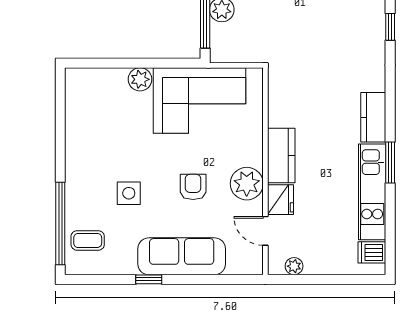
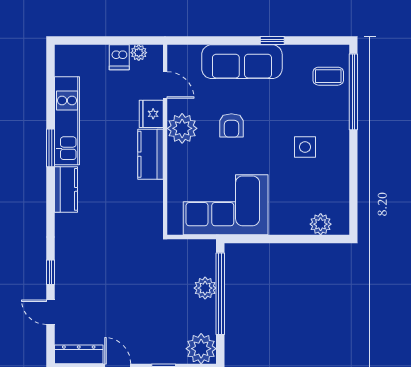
plant: (140, 79) -> (321, 224), moved
side table: (129, 193) -> (305, 147), moved
dishwasher: (372, 252) -> (119, 57), moved, turned 90

